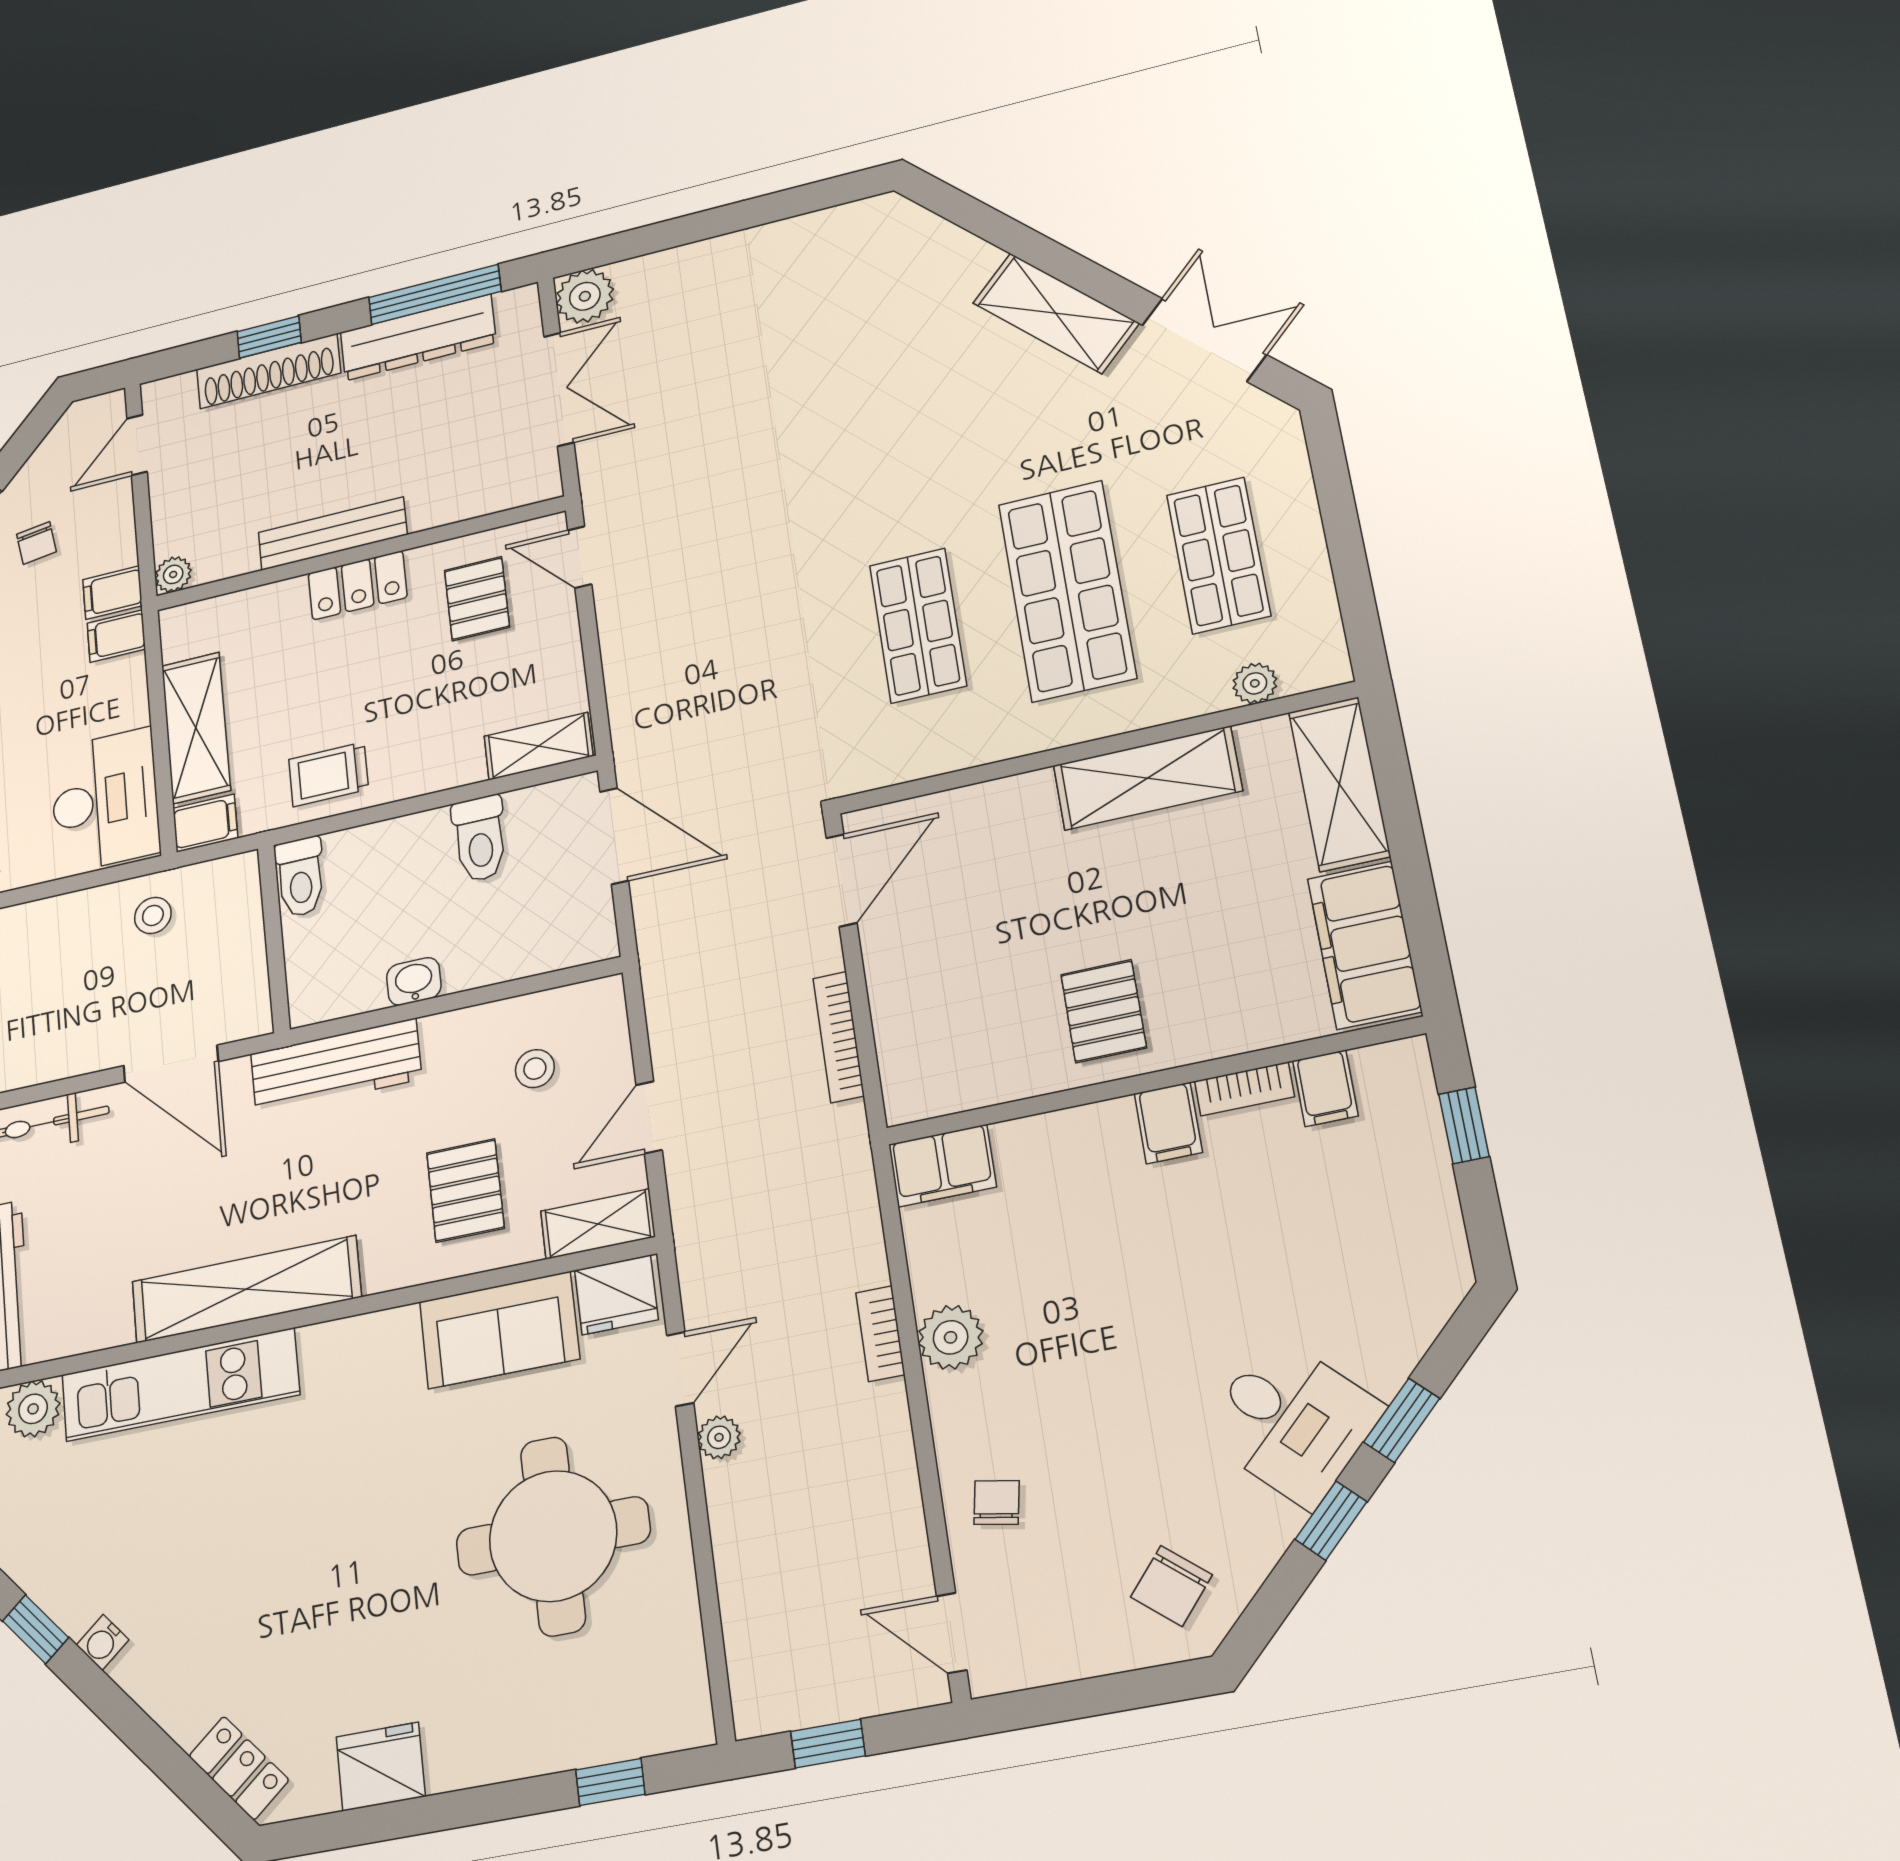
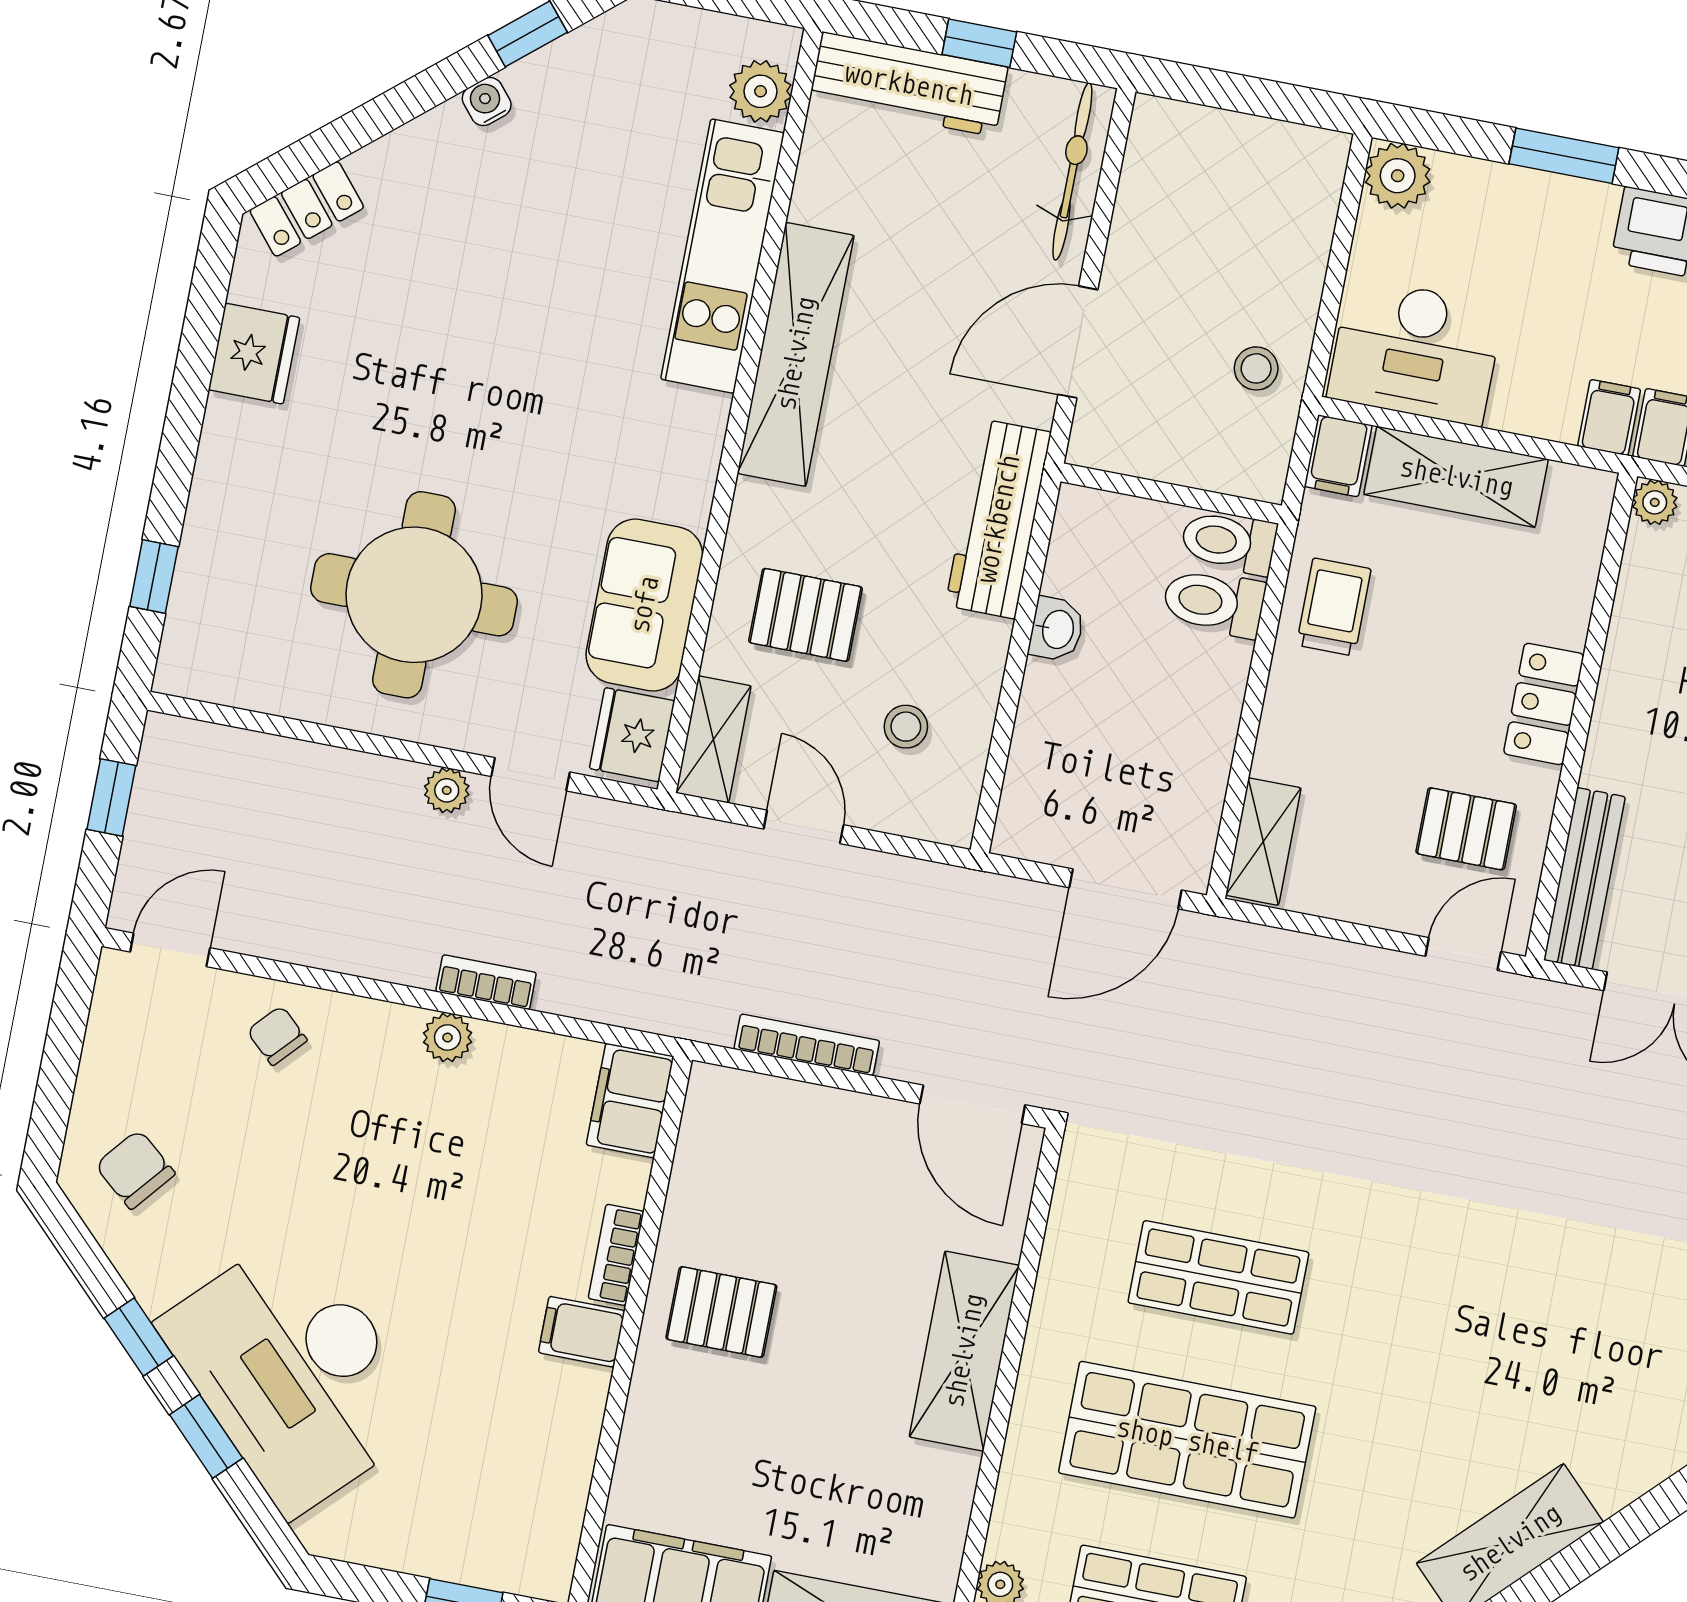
bench: (332, 534) -> (1585, 878), moved
shelving: (1147, 778) -> (964, 1351), moved
toilet: (480, 839) -> (1214, 602), moved
filing cabinet: (1325, 1088) -> (553, 1491), removed
bookcase: (1244, 1089) -> (616, 1255), moved
plant: (951, 1337) -> (447, 1038), width x0.73, depth x0.73
desk: (1292, 1421) -> (295, 1372), width x1.87, depth x1.30
chair: (997, 1502) -> (277, 1036), turned -147

